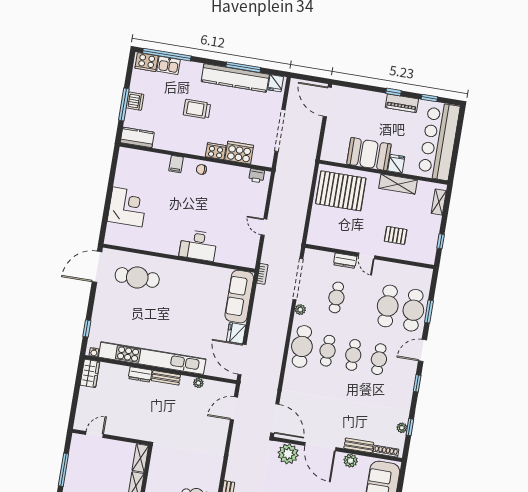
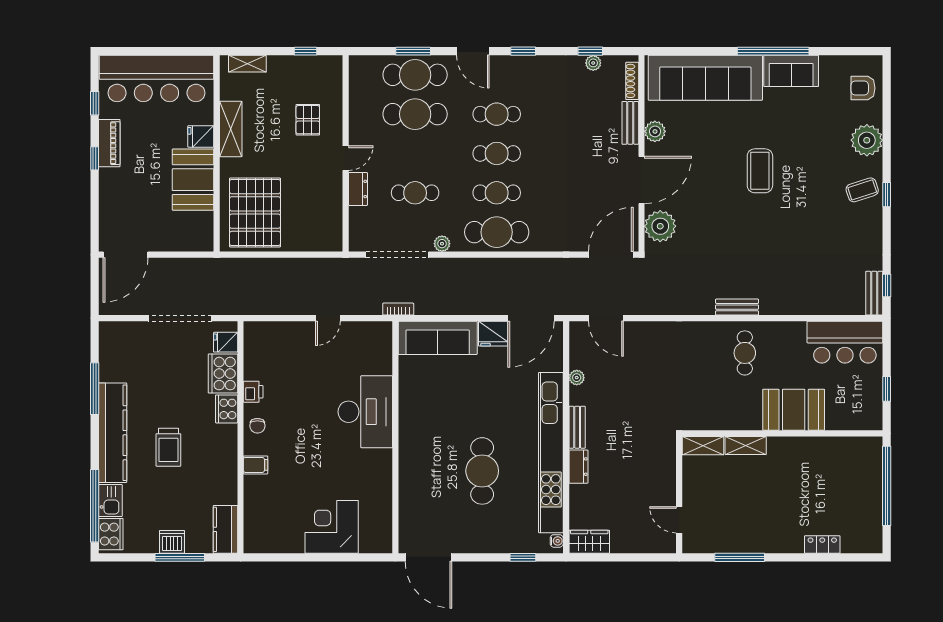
kitchen counter: (235, 78) -> (113, 433), moved
fridge: (276, 83) -> (226, 342), moved, turned 180
printer: (257, 176) -> (253, 392), moved
desk: (198, 245) -> (365, 412), width x1.36, depth x1.30
cafe table: (137, 277) -> (482, 471), moved

